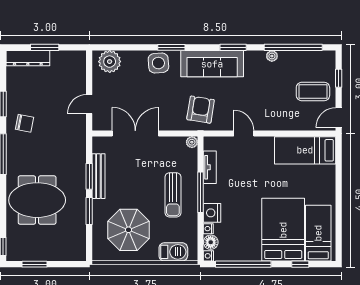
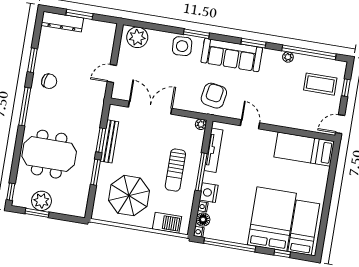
coffee table: (313, 91) -> (320, 84), moved
tv unit: (210, 167) -> (214, 150), width x1.41
plant: (37, 251) -> (41, 201), added

